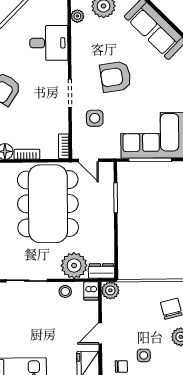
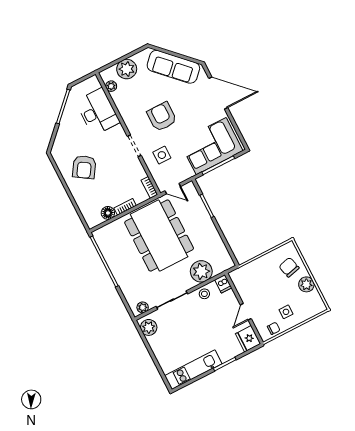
desk: (49, 43) -> (98, 112), width x1.37
armchair: (116, 77) -> (162, 117), turned 98
dresser: (102, 271) -> (224, 265), removed
plant: (110, 290) -> (237, 276), removed

